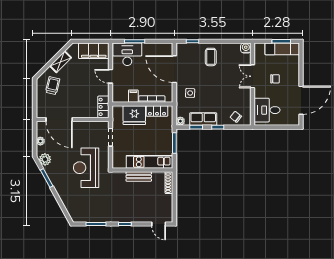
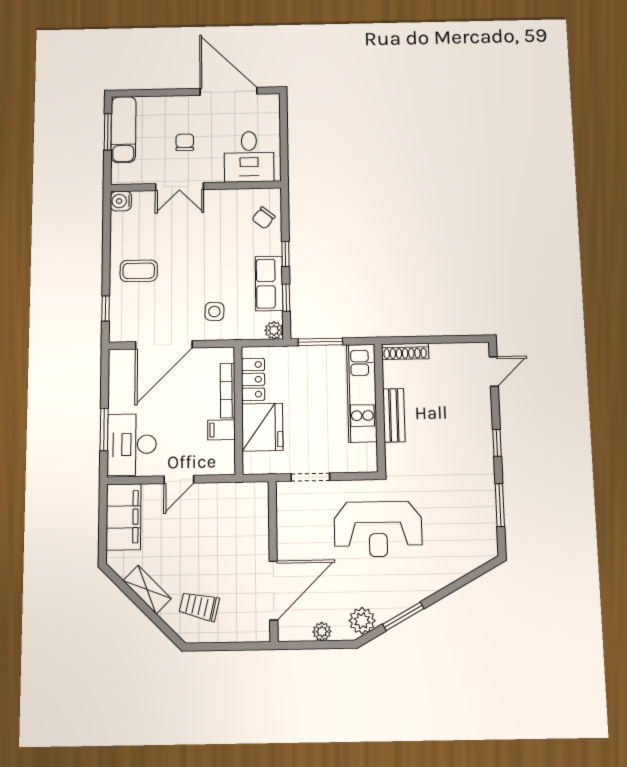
locker: (103, 107) -> (245, 494), removed

